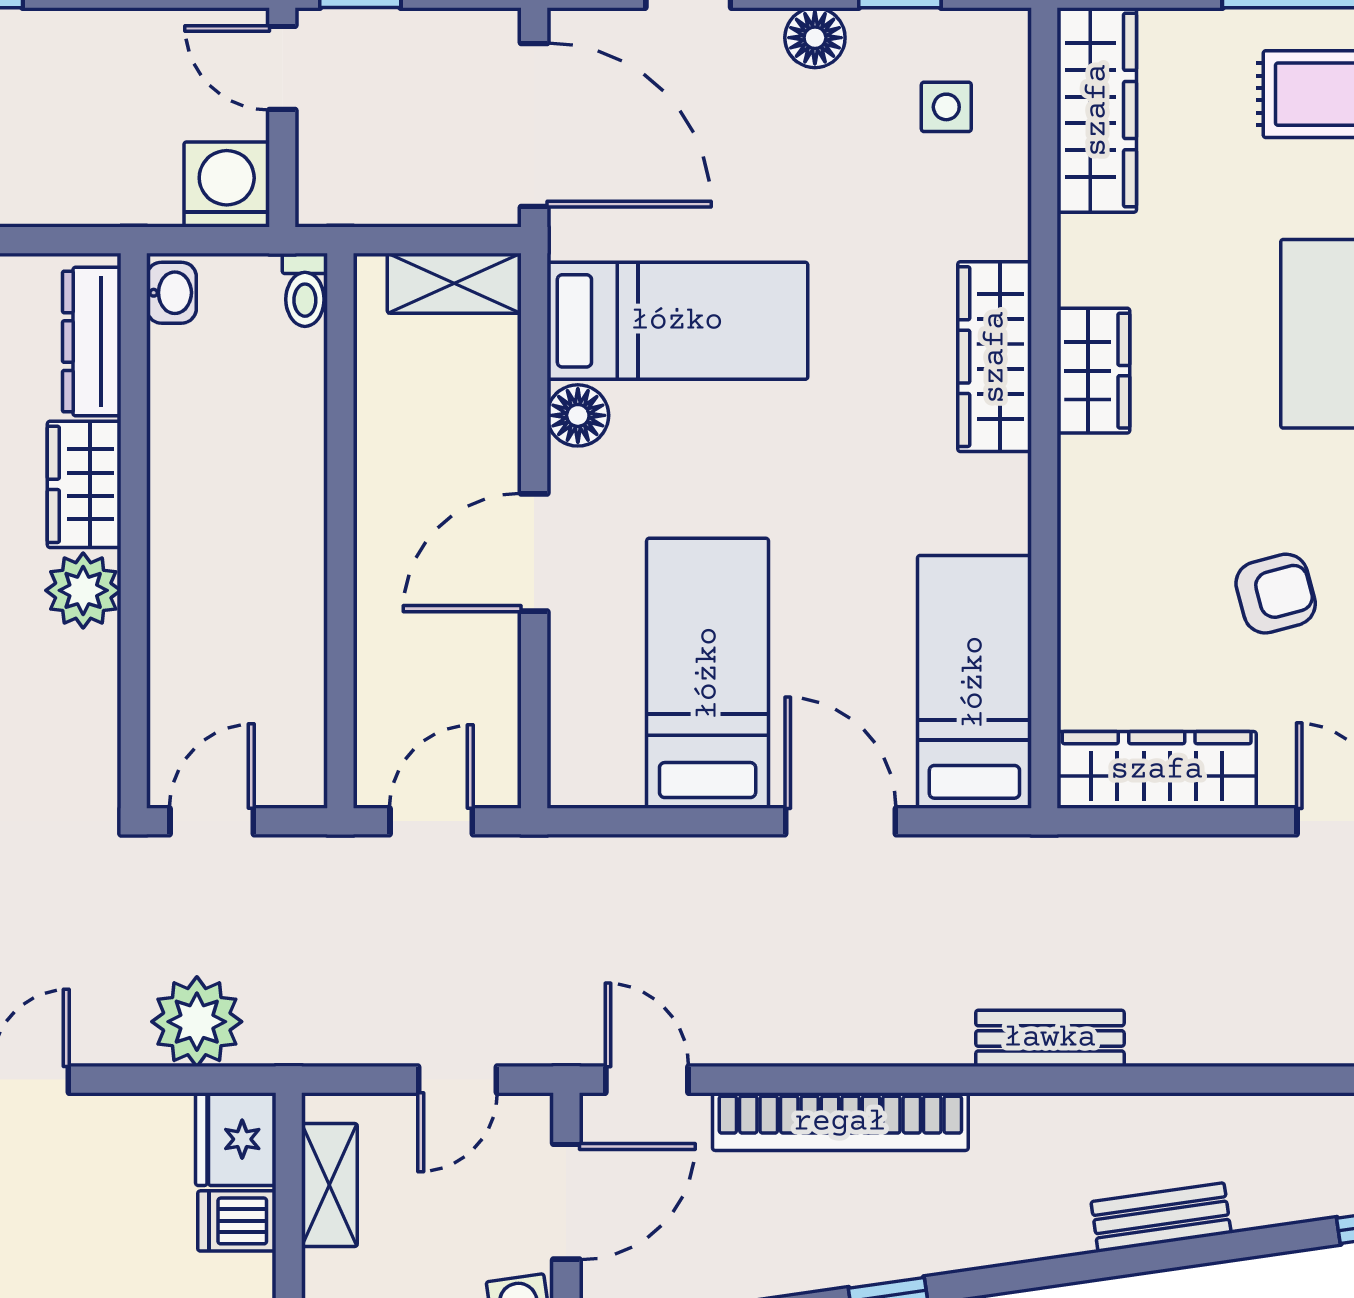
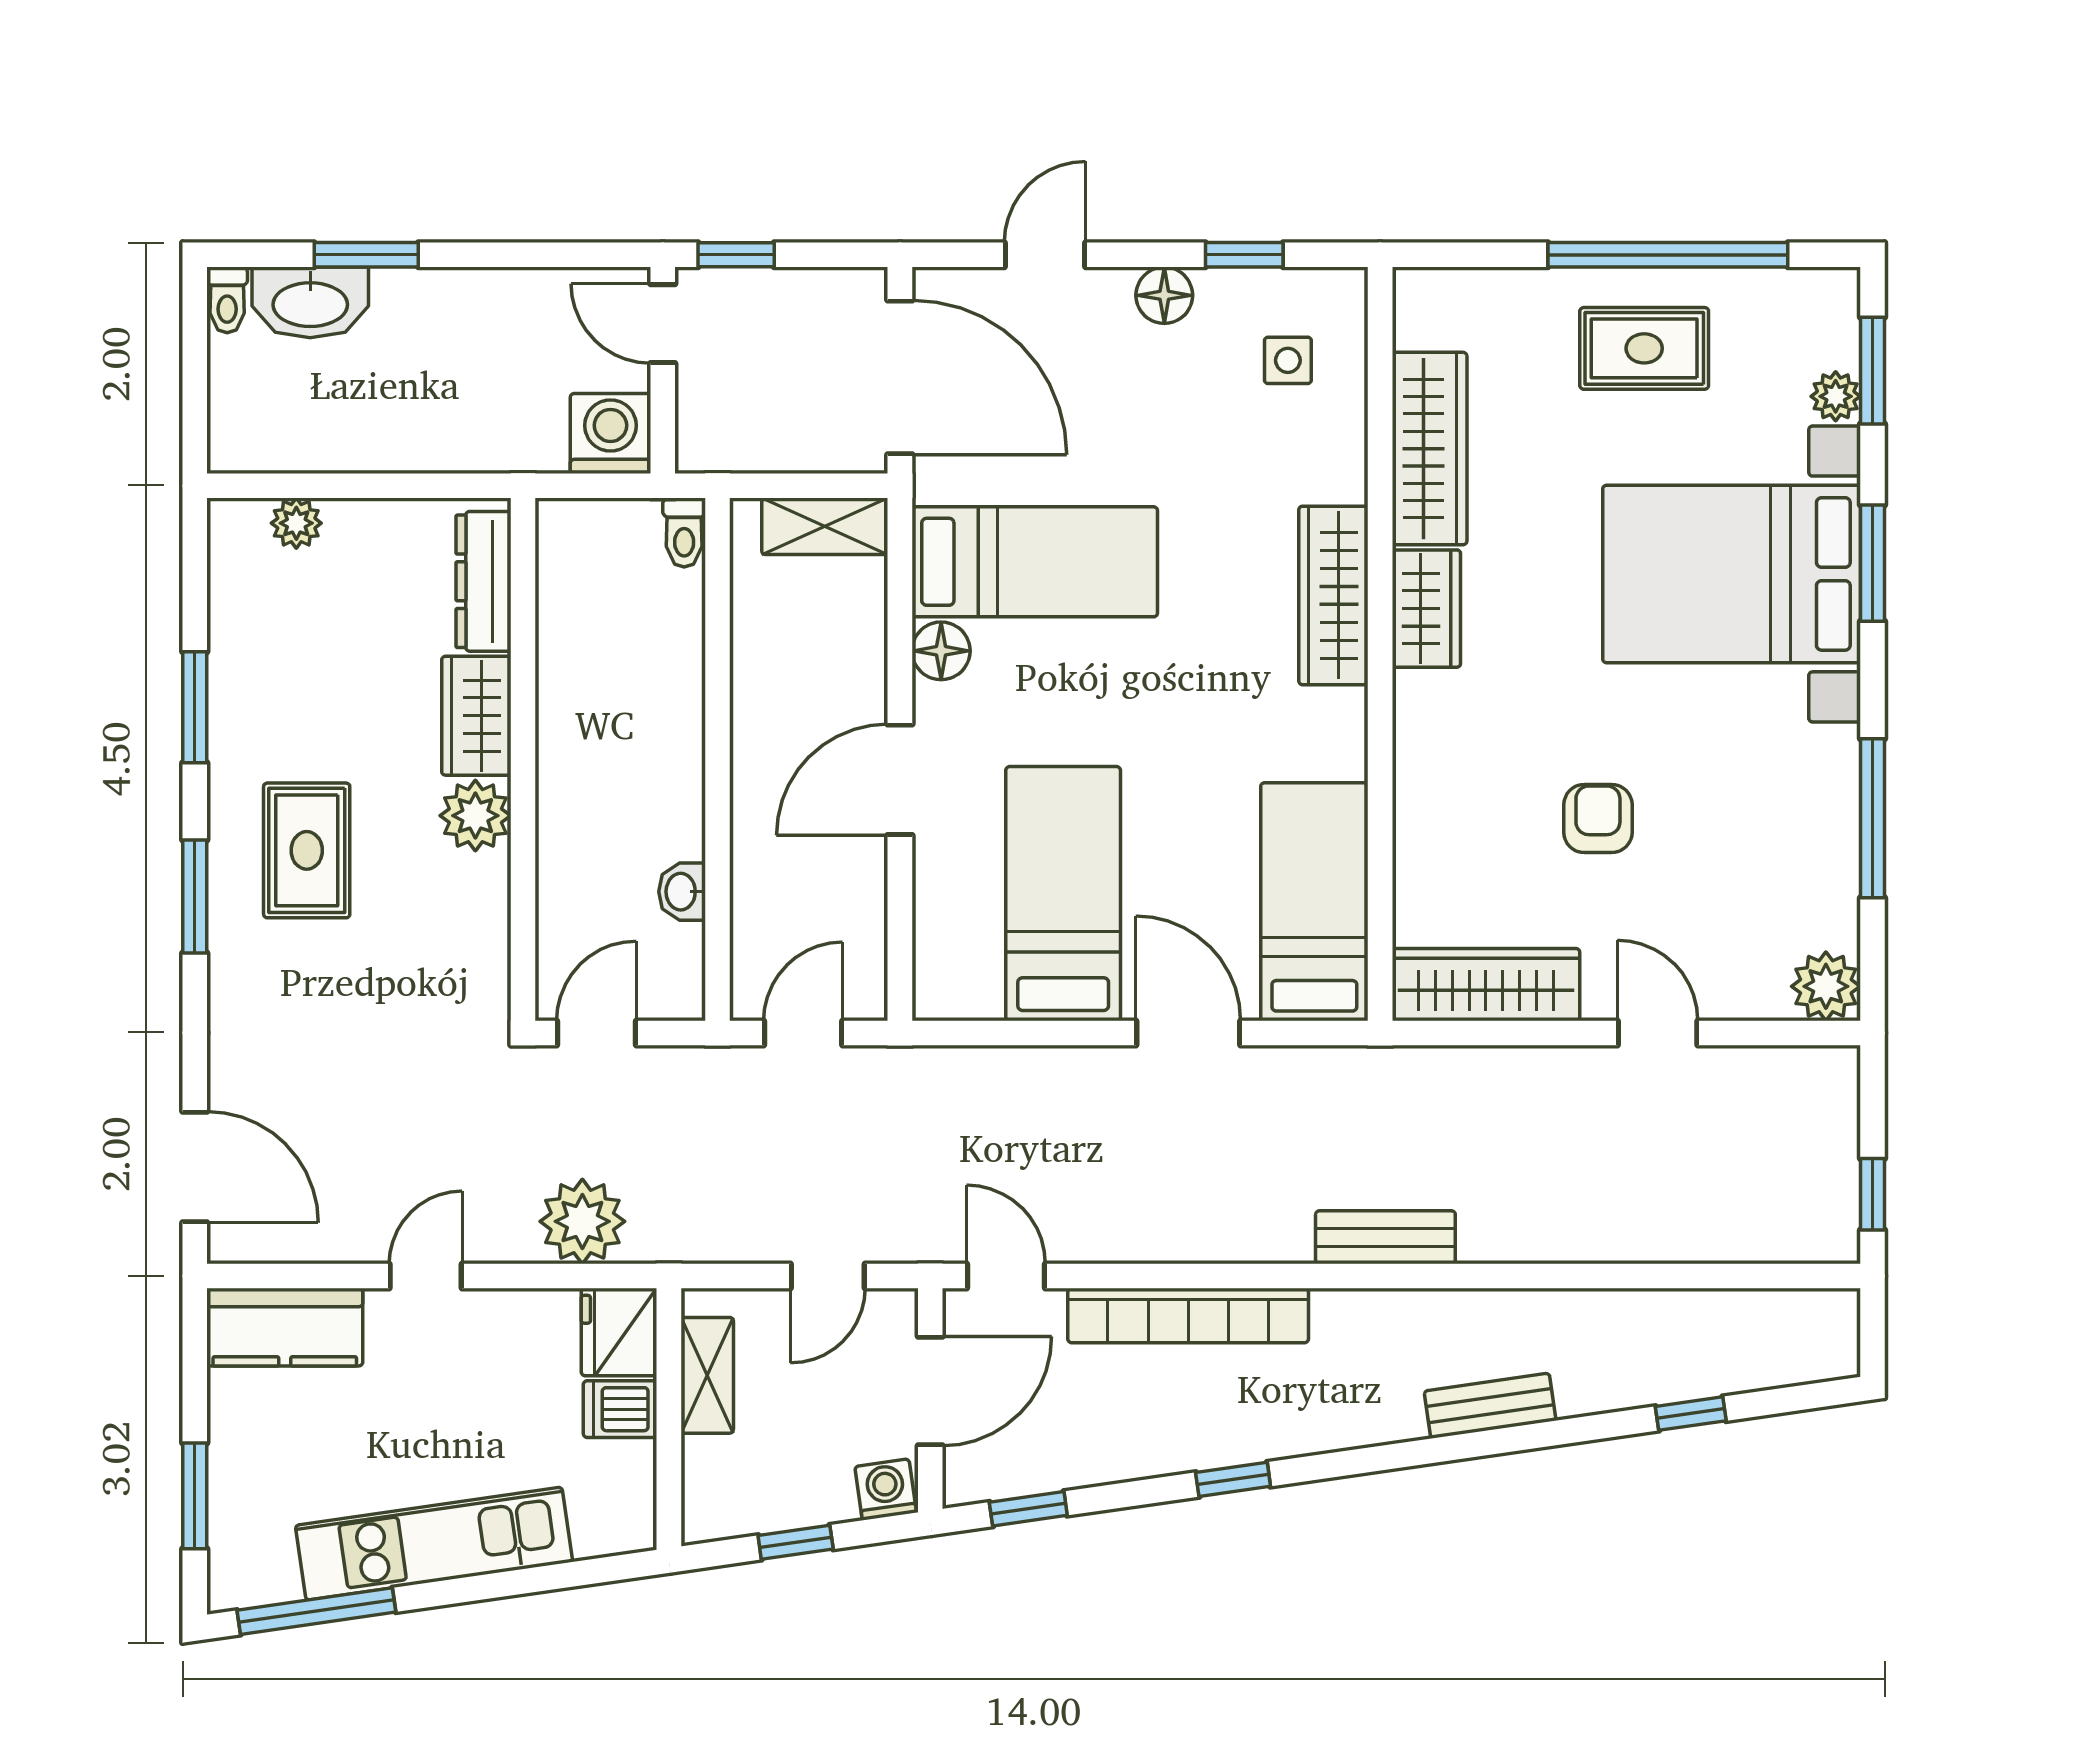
wardrobe: (1097, 110) -> (1430, 449), moved
washbasin: (171, 293) -> (682, 892), moved, turned 180
armchair: (1276, 594) -> (1598, 819), turned -75

